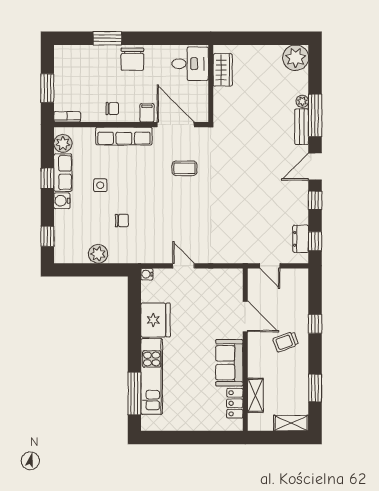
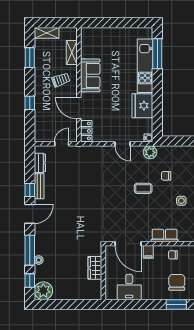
chair: (132, 59) -> (177, 282), moved
desk: (190, 64) -> (129, 287), moved, turned -90
wardrobe: (223, 70) -> (95, 268), moved
bench: (302, 127) -> (39, 186), moved
row of seats: (124, 136) -> (165, 235), width x0.68
coffee table: (184, 168) -> (143, 188), moved
window: (315, 241) -> (30, 281), moved
plant: (98, 254) -> (150, 152), moved
door: (270, 266) -> (62, 144), hinge flipped
trolley: (286, 342) -> (61, 80), moved
locker: (235, 403) -> (86, 131), moved

